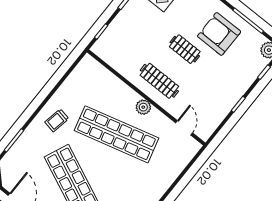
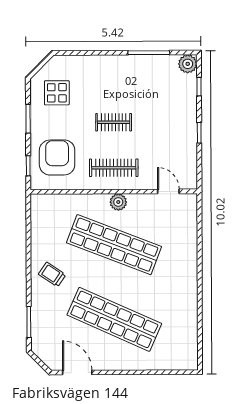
armchair: (219, 34) -> (57, 158), moved, turned 90
trolley: (57, 120) -> (52, 274), turned 113
shop shelf: (116, 134) -> (114, 245), turned 36

